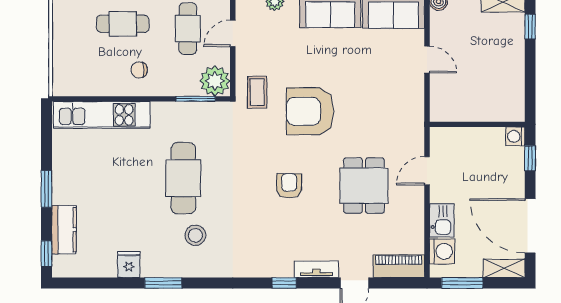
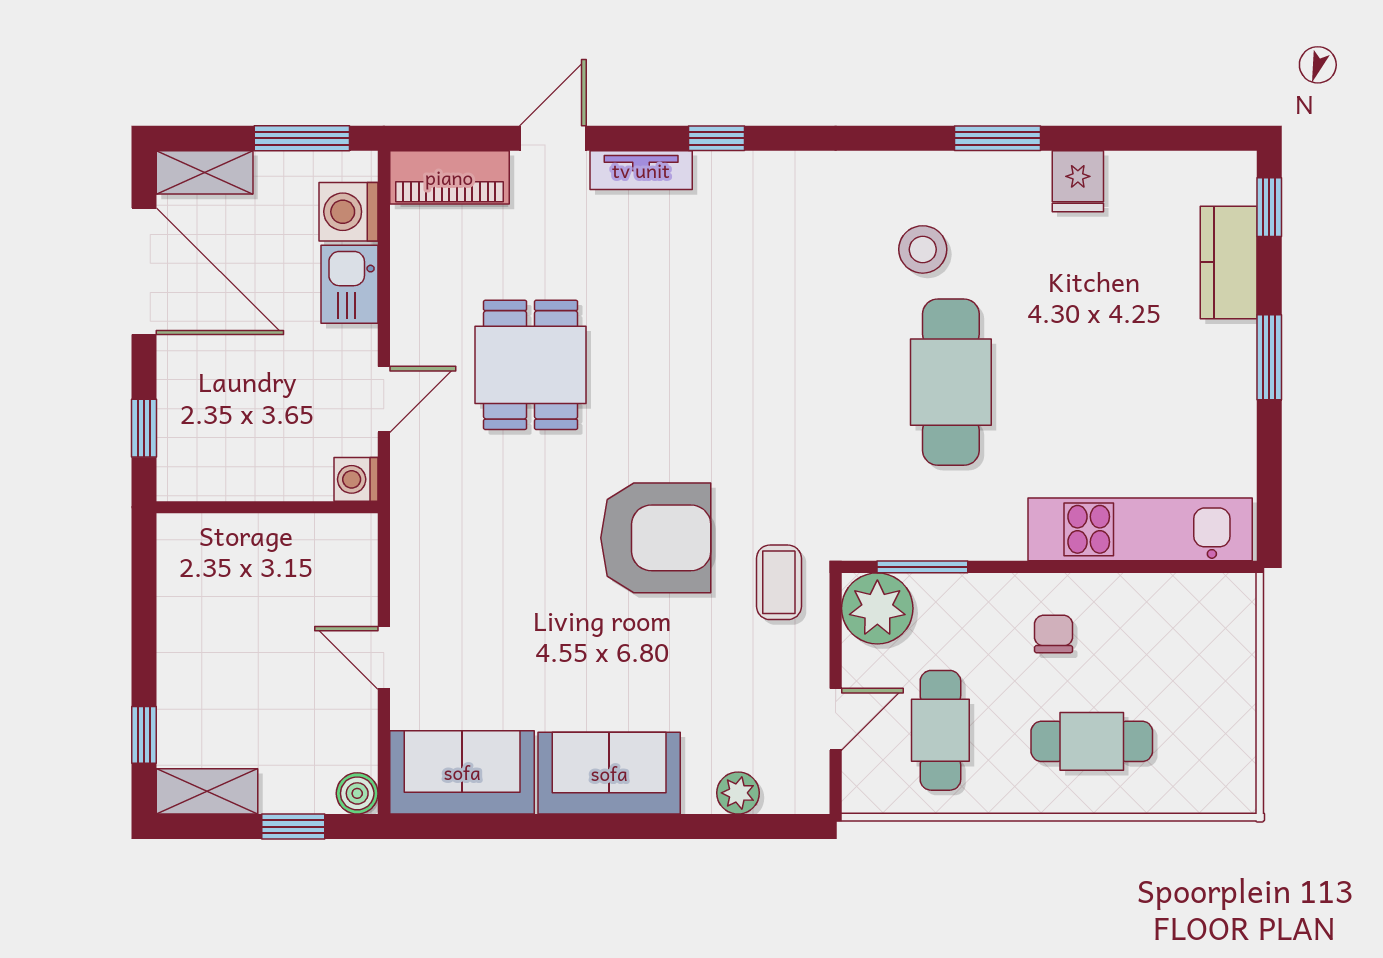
chair: (139, 70) -> (1054, 634), turned -90
washing machine: (515, 136) -> (356, 479), moved, turned 180
armchair: (289, 186) -> (705, 364), removed

